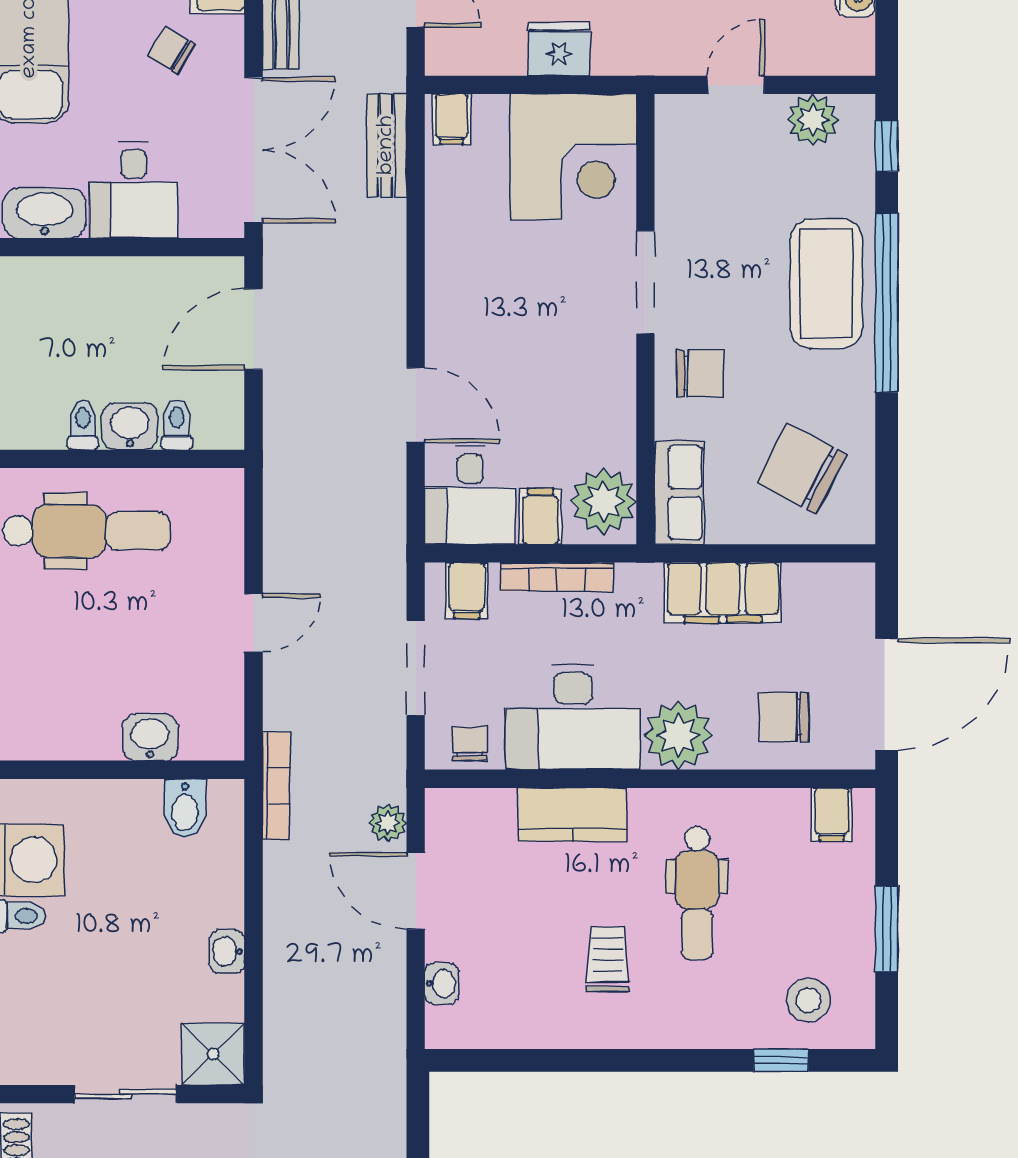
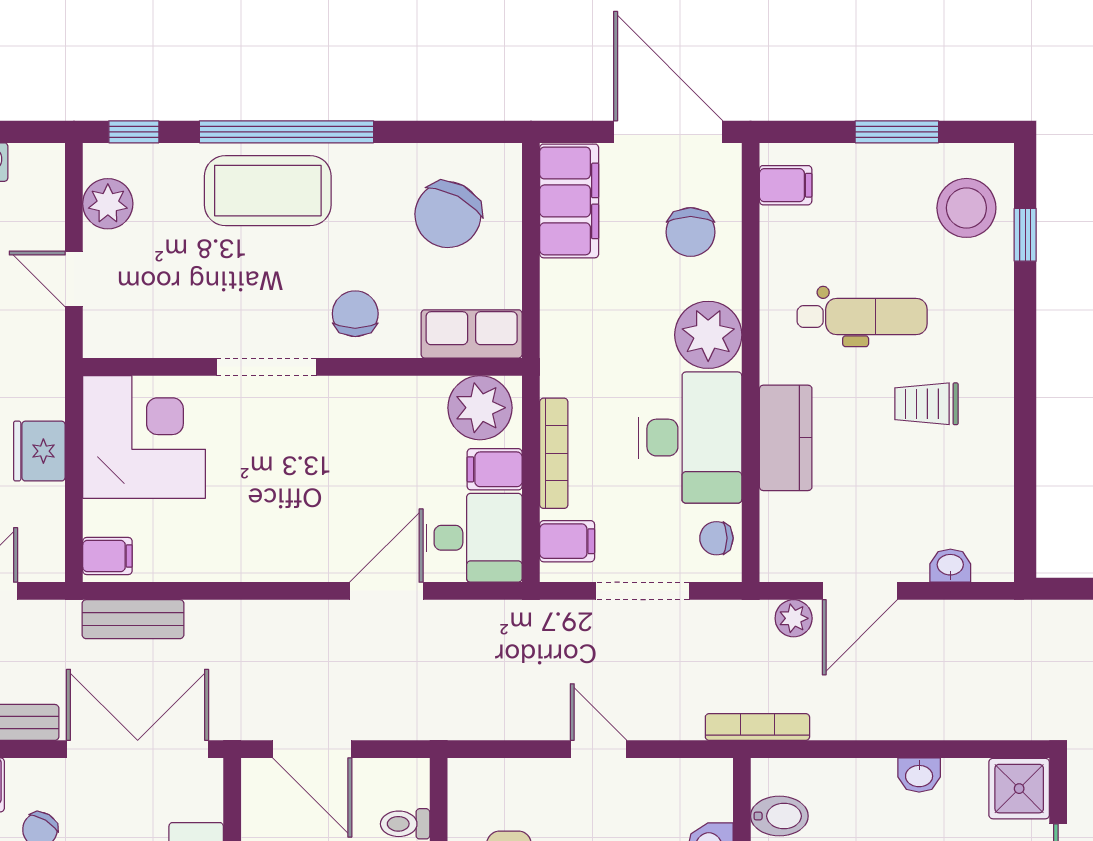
filing cabinet: (723, 593) -> (569, 201), moved
stool: (808, 1000) -> (966, 208), width x1.38, depth x1.38

